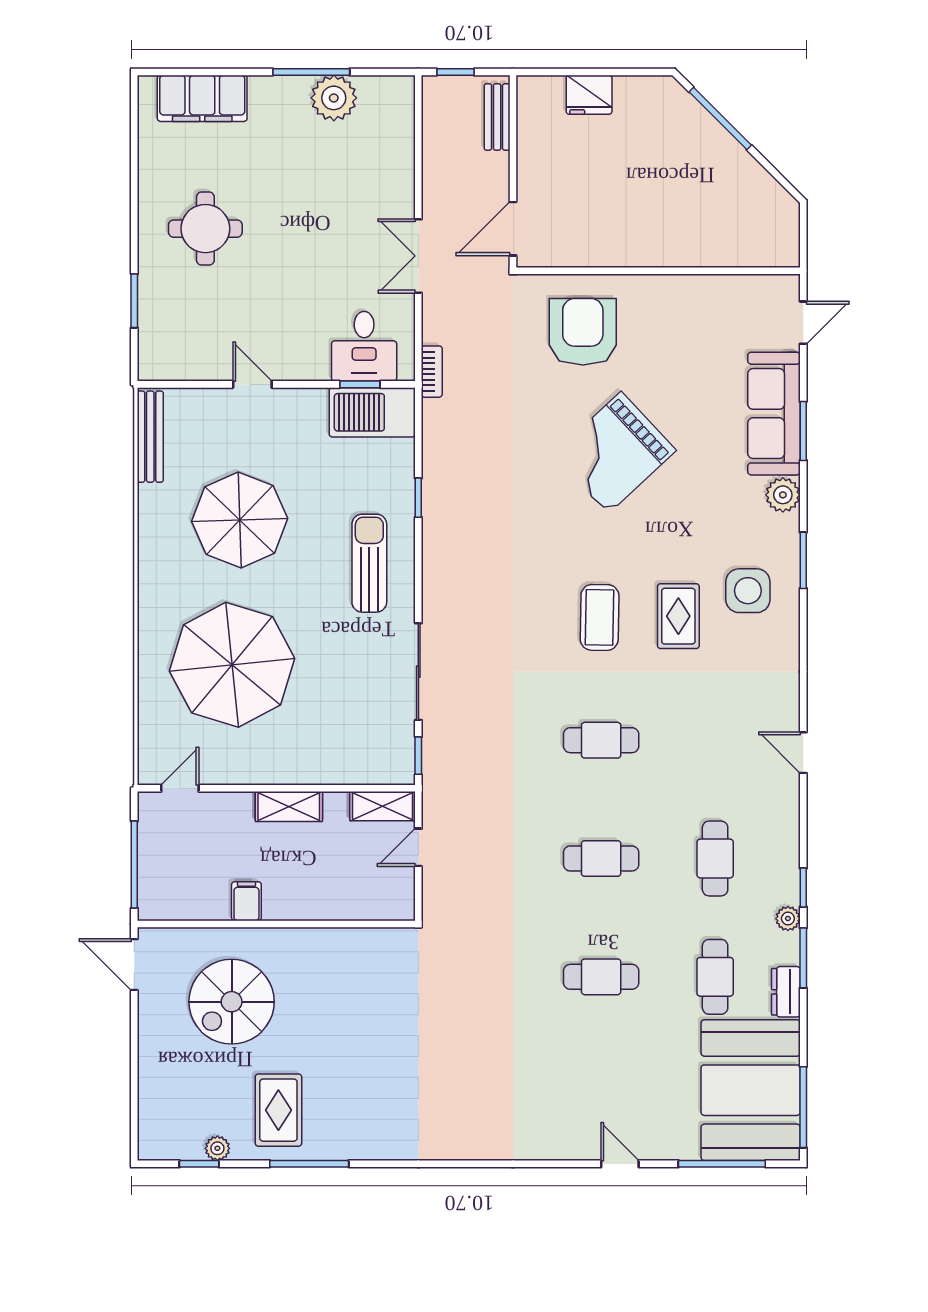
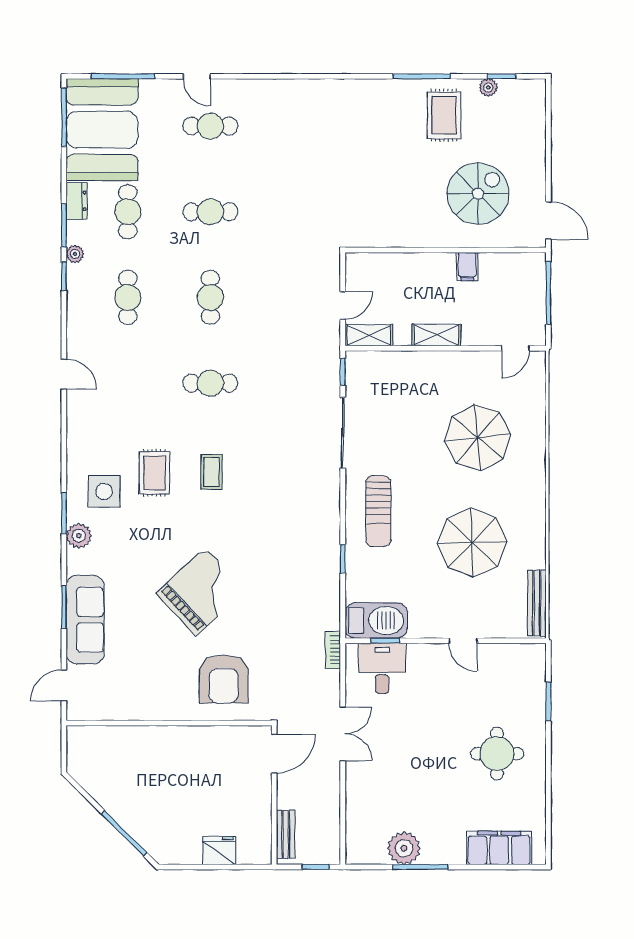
plant: (783, 495) -> (79, 536), moved
coffee table: (600, 617) -> (211, 472), width x0.73, depth x0.77
parasol: (232, 665) -> (478, 438), width x0.73, depth x0.73
cafe table: (601, 858) -> (210, 297), turned 90
cafe table: (601, 1095) -> (210, 126), added

